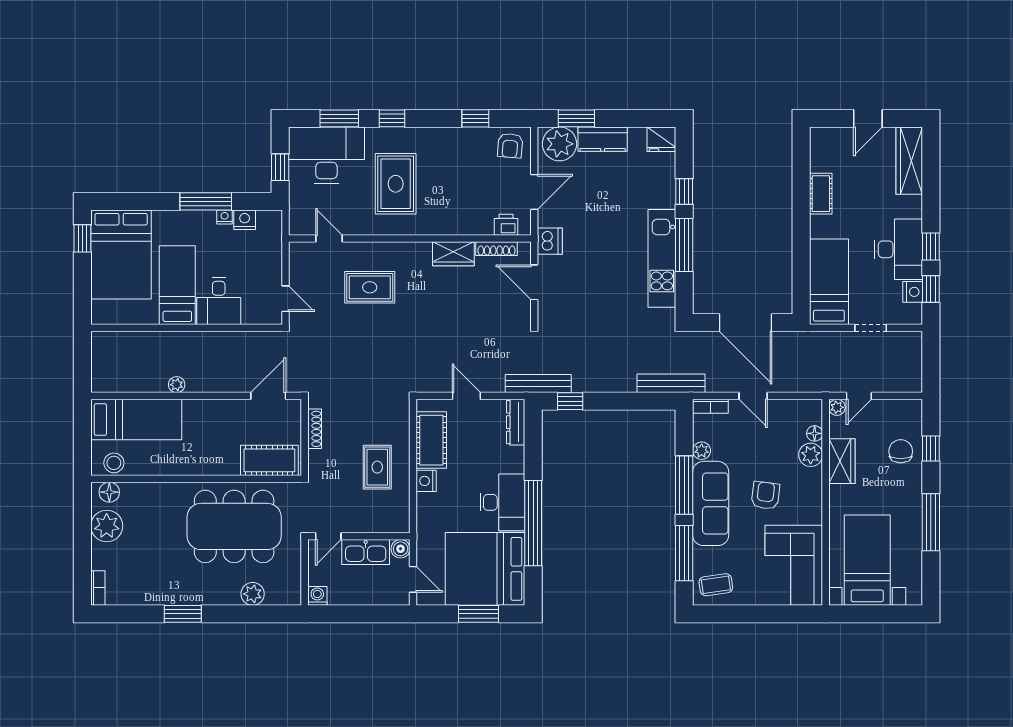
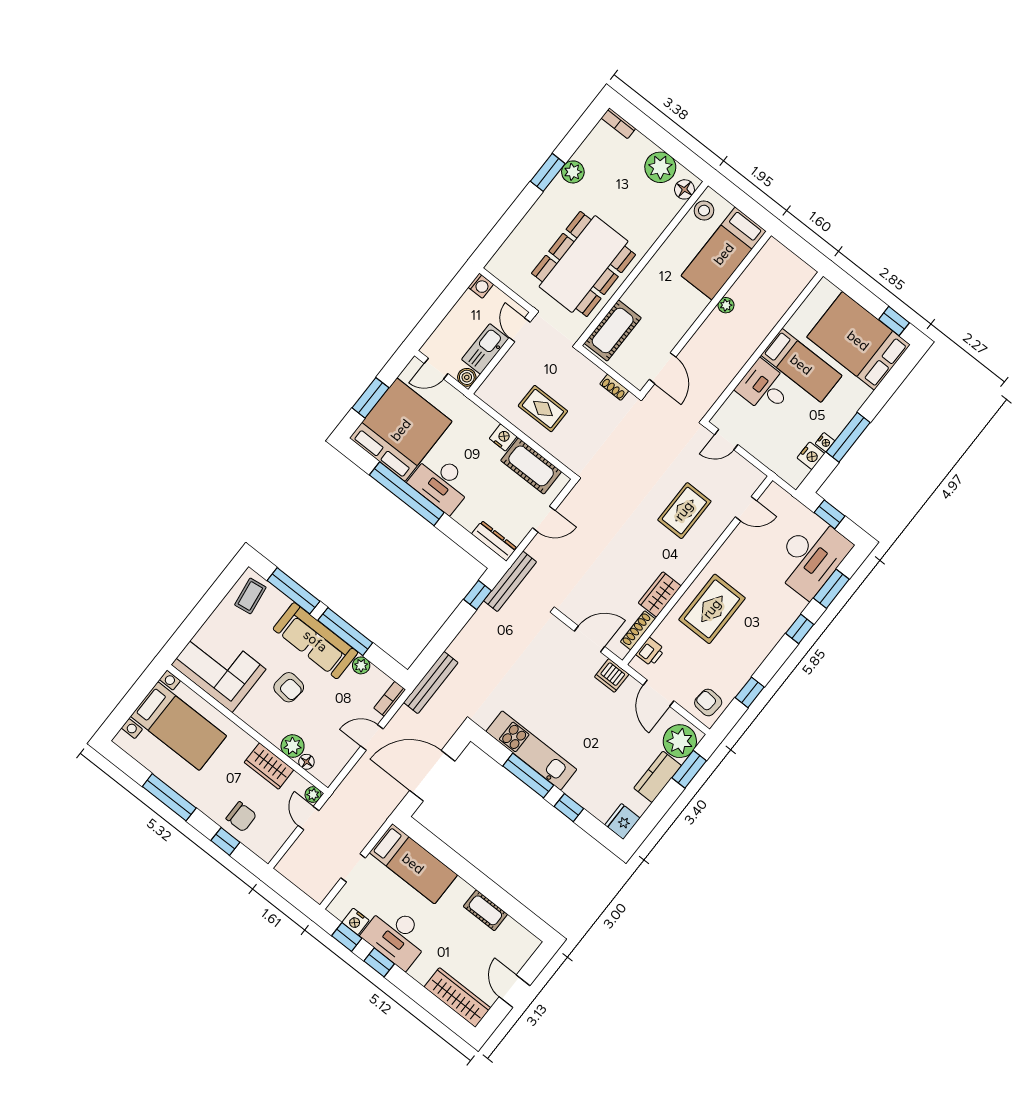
rug: (396, 184) -> (712, 609), moved, turned 90
shoe rack: (315, 429) -> (614, 387), width x0.70
plant: (253, 594) -> (573, 172), moved

